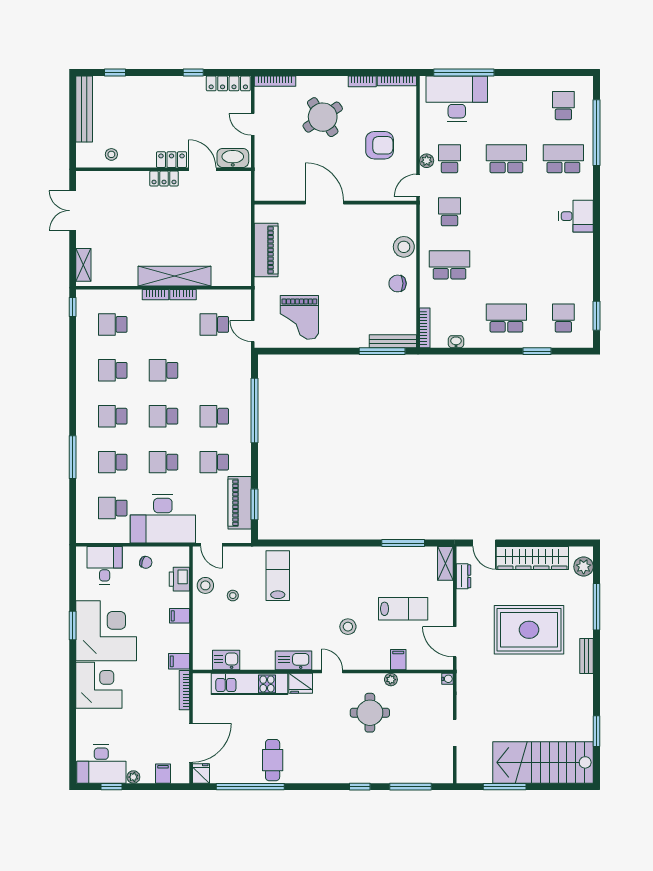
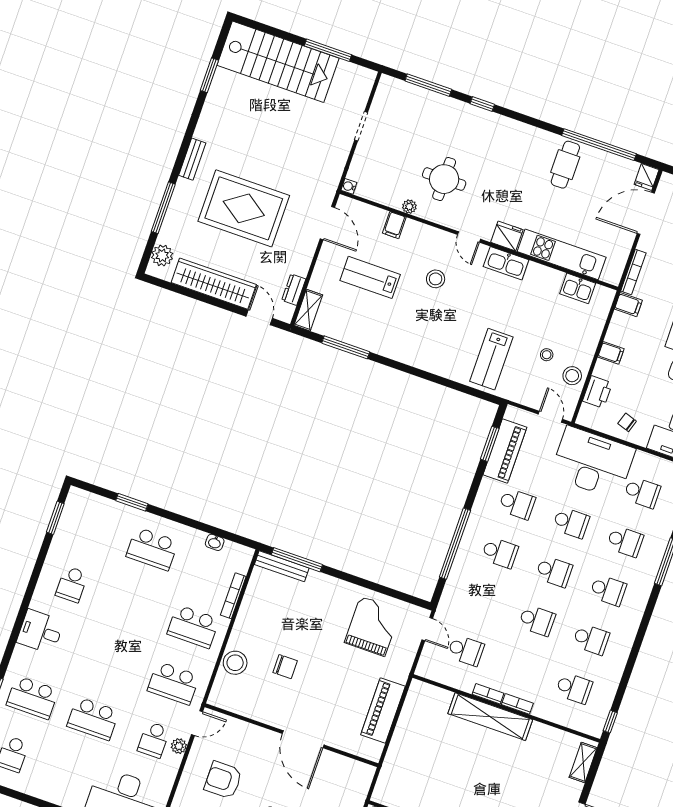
school desk: (449, 212) -> (173, 683), width x1.85
chair: (398, 283) -> (285, 667), moved
school desk: (563, 318) -> (72, 584), moved
bookcase: (425, 328) -> (233, 596), moved

